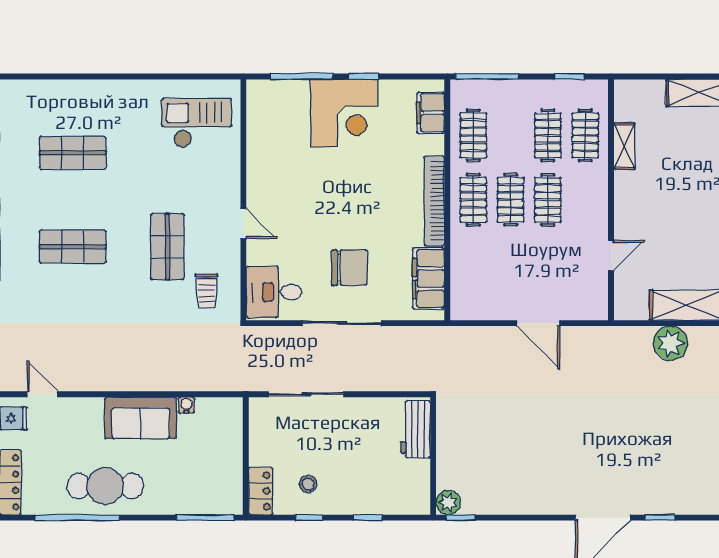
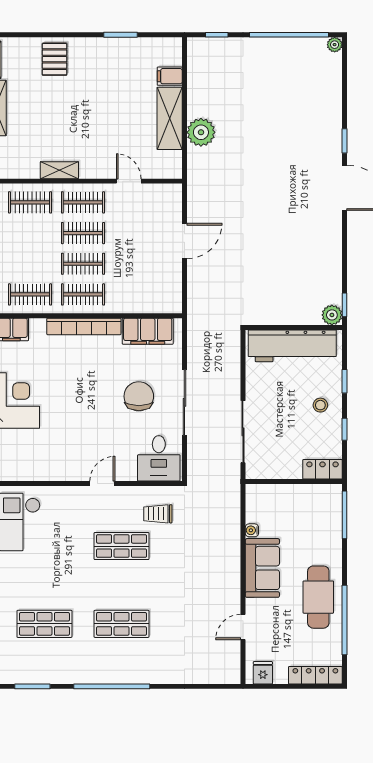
clothes rail: (548, 135) -> (83, 202), moved
shelving: (624, 146) -> (59, 170), moved
shop shelf: (73, 153) -> (44, 624), turned 90
shop shelf: (73, 247) -> (122, 624), turned 90
trolley: (207, 291) -> (158, 514), turned 180
door: (42, 394) -> (243, 627), moved
workbench: (416, 429) -> (292, 346), width x1.87, depth x1.32
stool: (308, 484) -> (320, 405), moved

